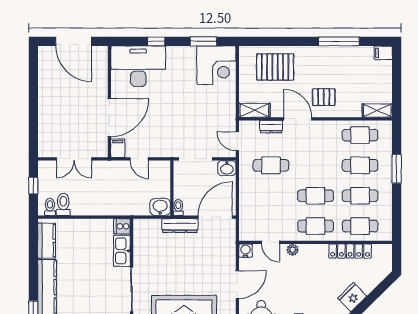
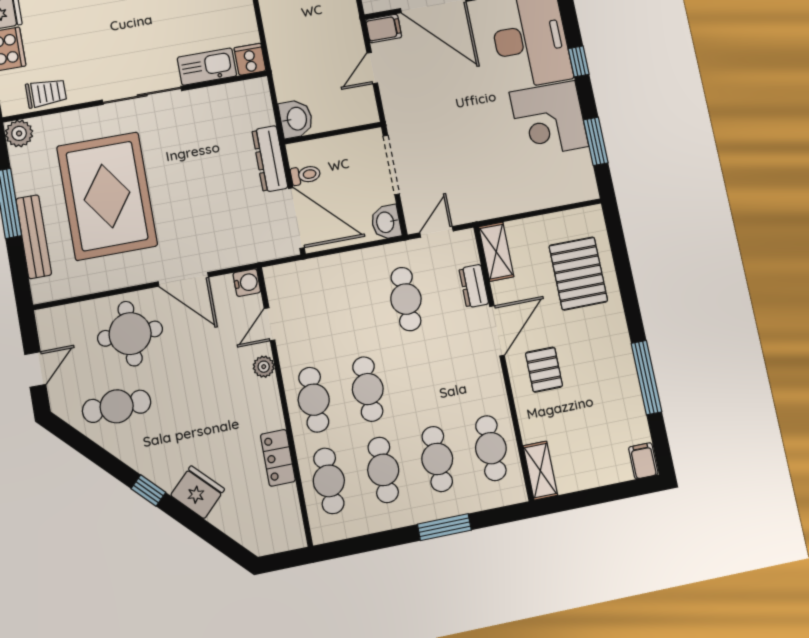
corner desk: (216, 65) -> (549, 119), moved
toilet: (178, 207) -> (306, 175), moved
locker: (350, 251) -> (278, 458), width x0.66

